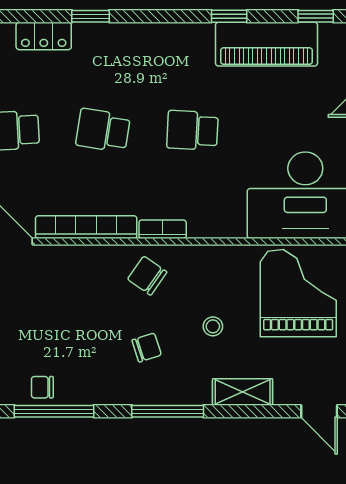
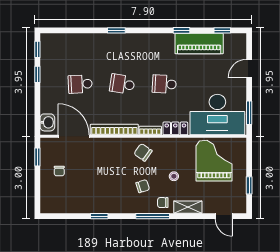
locker: (44, 36) -> (175, 128), moved, turned 180
chair: (42, 387) -> (163, 203), moved
window: (54, 411) -> (99, 216), width x0.46

